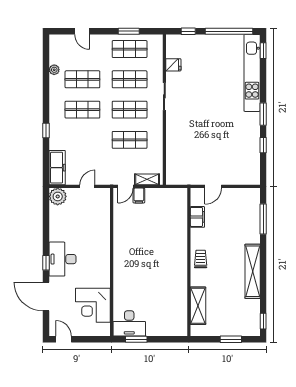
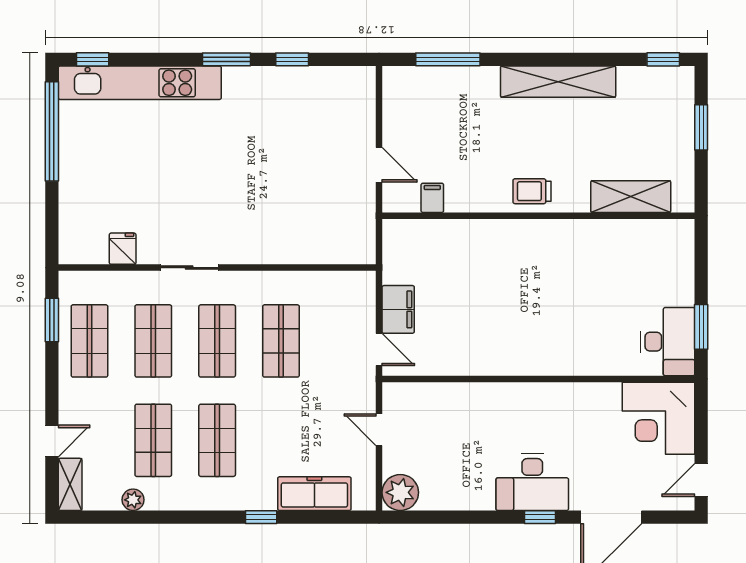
window: (129, 31) -> (52, 320), moved
window: (188, 31) -> (52, 217), removed
freezer: (57, 168) -> (314, 494), moved
shelving: (147, 179) -> (70, 484), moved
filing cabinet: (139, 195) -> (398, 309), width x2.00
filing cabinet: (197, 217) -> (432, 198), width x0.50
corner desk: (93, 305) -> (659, 418), moved, turned 90

